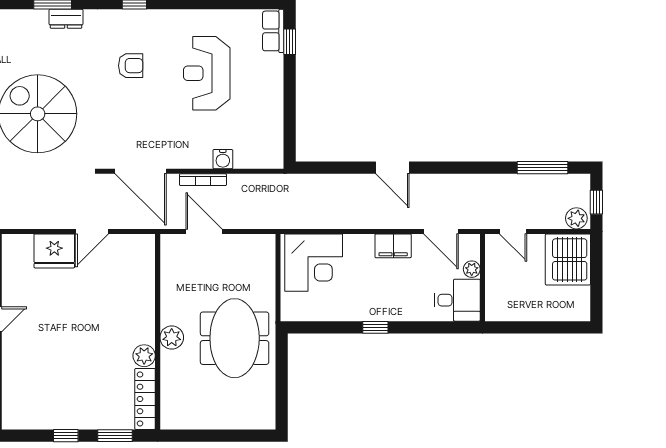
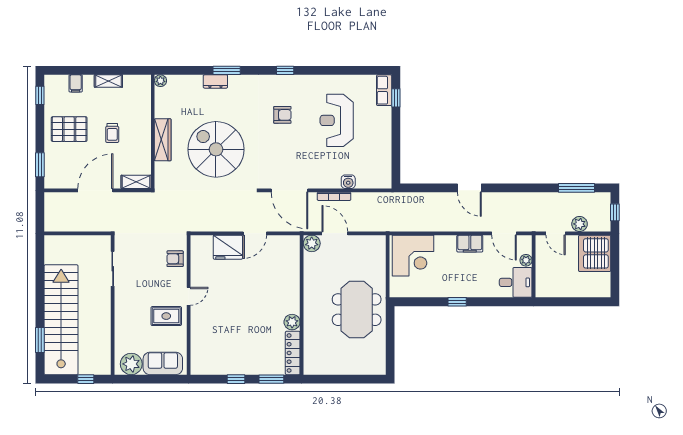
dresser: (66, 19) -> (215, 81), moved
plant: (576, 218) -> (580, 224), moved
plant: (172, 338) -> (312, 243), moved

